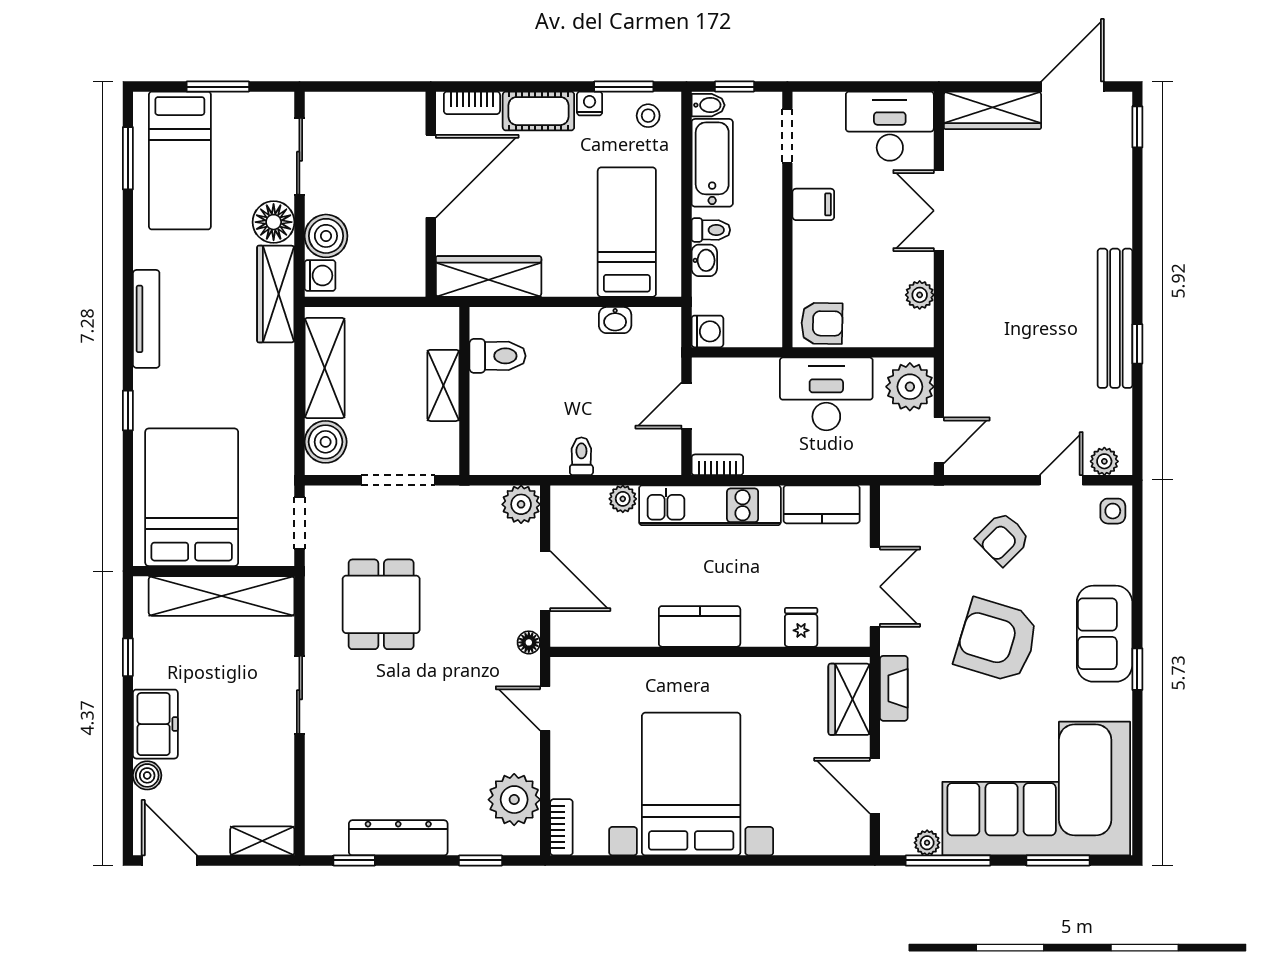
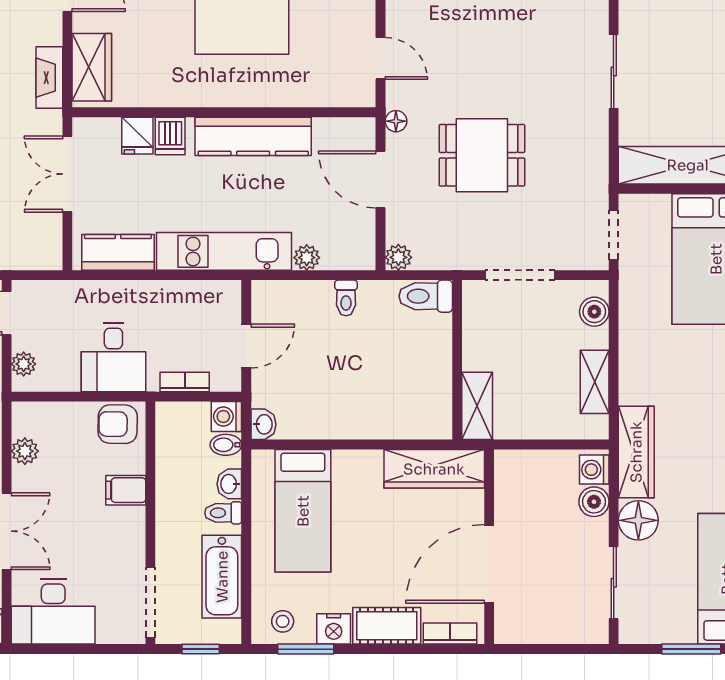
nightstand: (590, 104) -> (334, 629), width x1.39, depth x1.35
bidet: (708, 105) -> (226, 445), moved
doorway: (787, 136) -> (150, 602), width x1.38
filing cabinet: (813, 204) -> (126, 490), moved
boiler: (326, 236) -> (594, 502), width x0.73, depth x0.73
washbasin: (615, 320) -> (264, 424), moved, turned 90
toilet: (498, 356) -> (426, 296), moved
shelving: (325, 368) -> (595, 382), width x0.67, depth x0.75
shelving: (443, 385) -> (477, 406), moved
plant: (910, 387) -> (24, 364), width x0.53, depth x0.53
desk: (826, 394) -> (113, 357), width x0.73
boiler: (326, 442) -> (594, 312), width x0.73, depth x0.73
bookcase: (717, 465) -> (185, 382), moved, turned 180
plant: (521, 504) -> (398, 257), width x0.73, depth x0.73
dining table: (381, 604) -> (482, 155), moved, turned 90
kitchen counter: (700, 626) -> (253, 136), width x1.50
dishwasher: (767, 627) -> (170, 136), added

